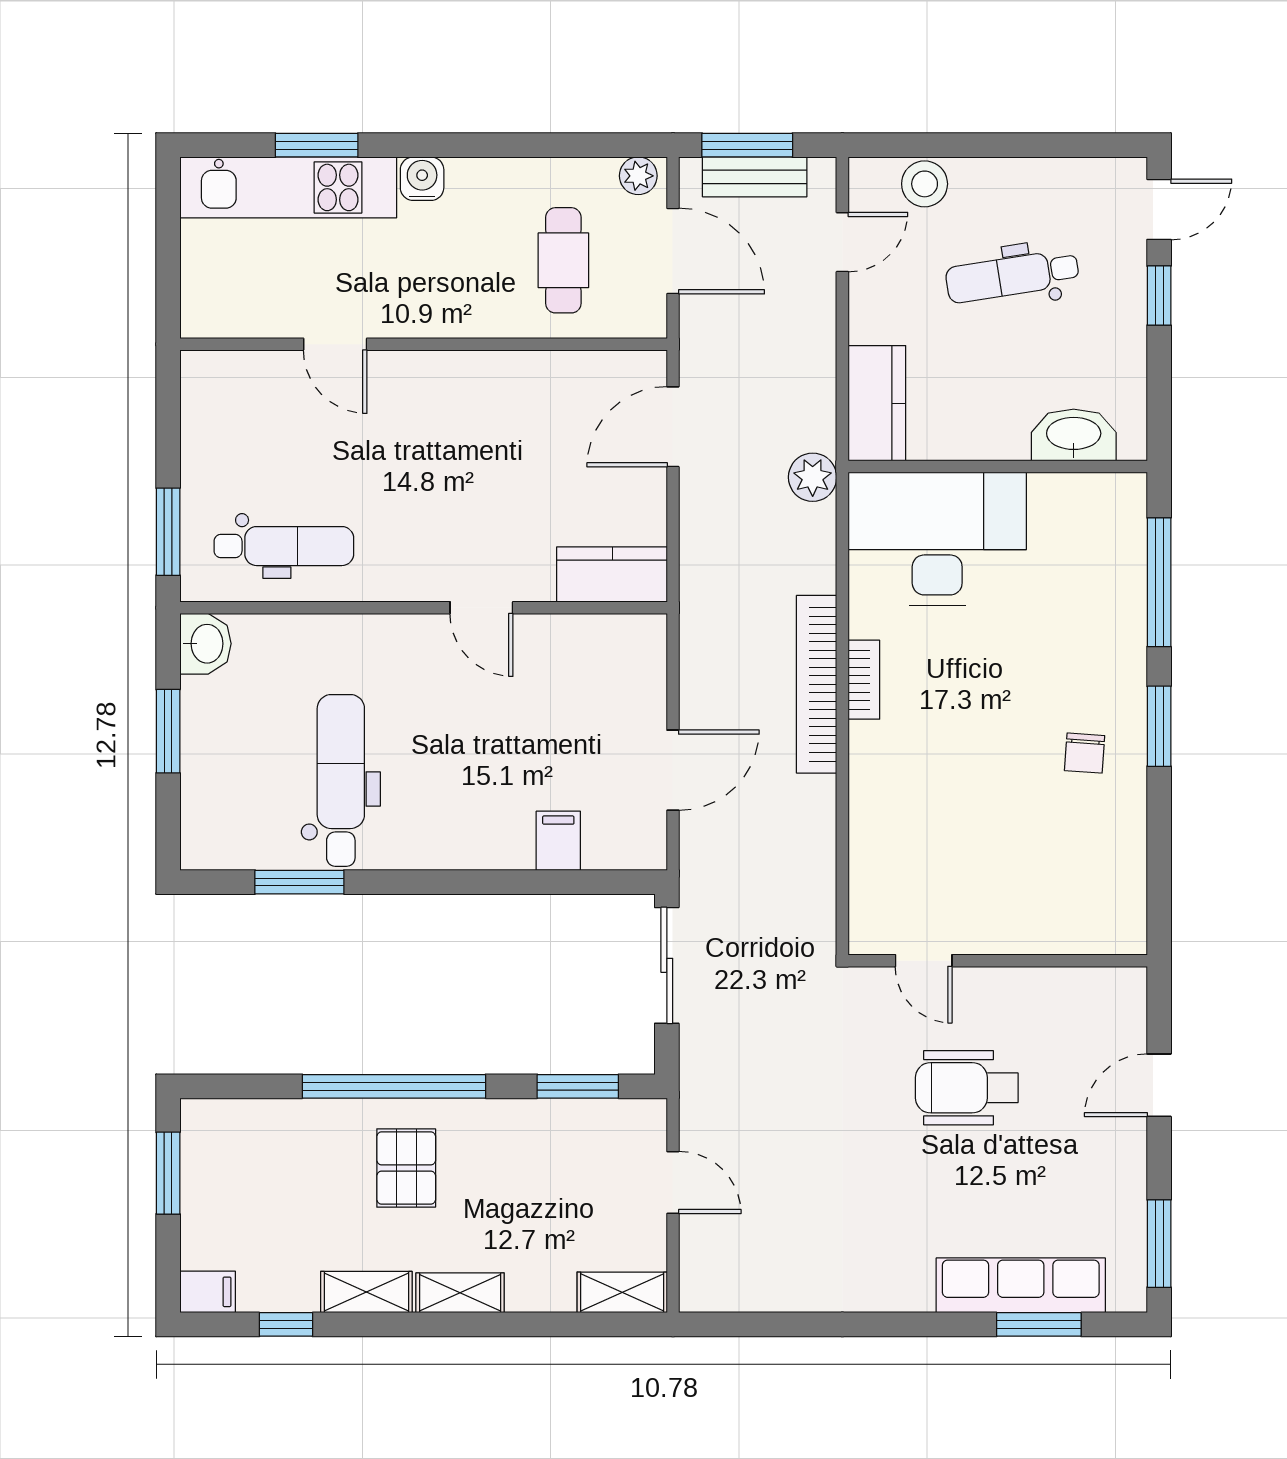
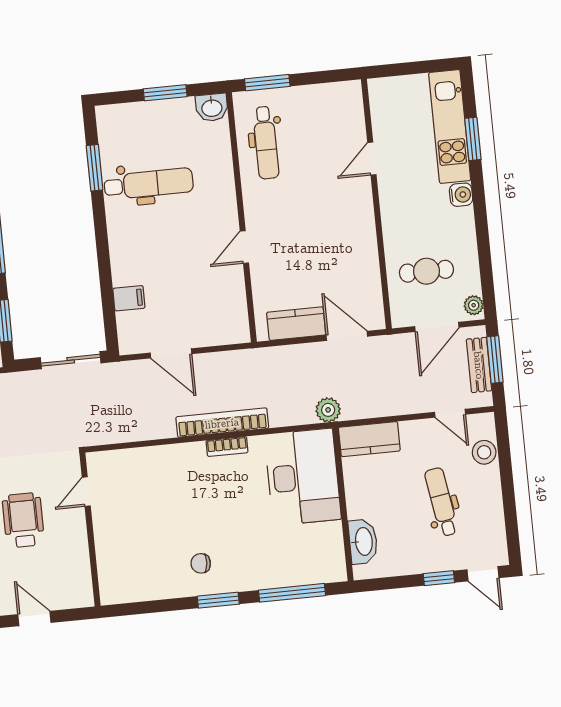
kitchen counter: (612, 574) -> (296, 324), moved, turned -90

